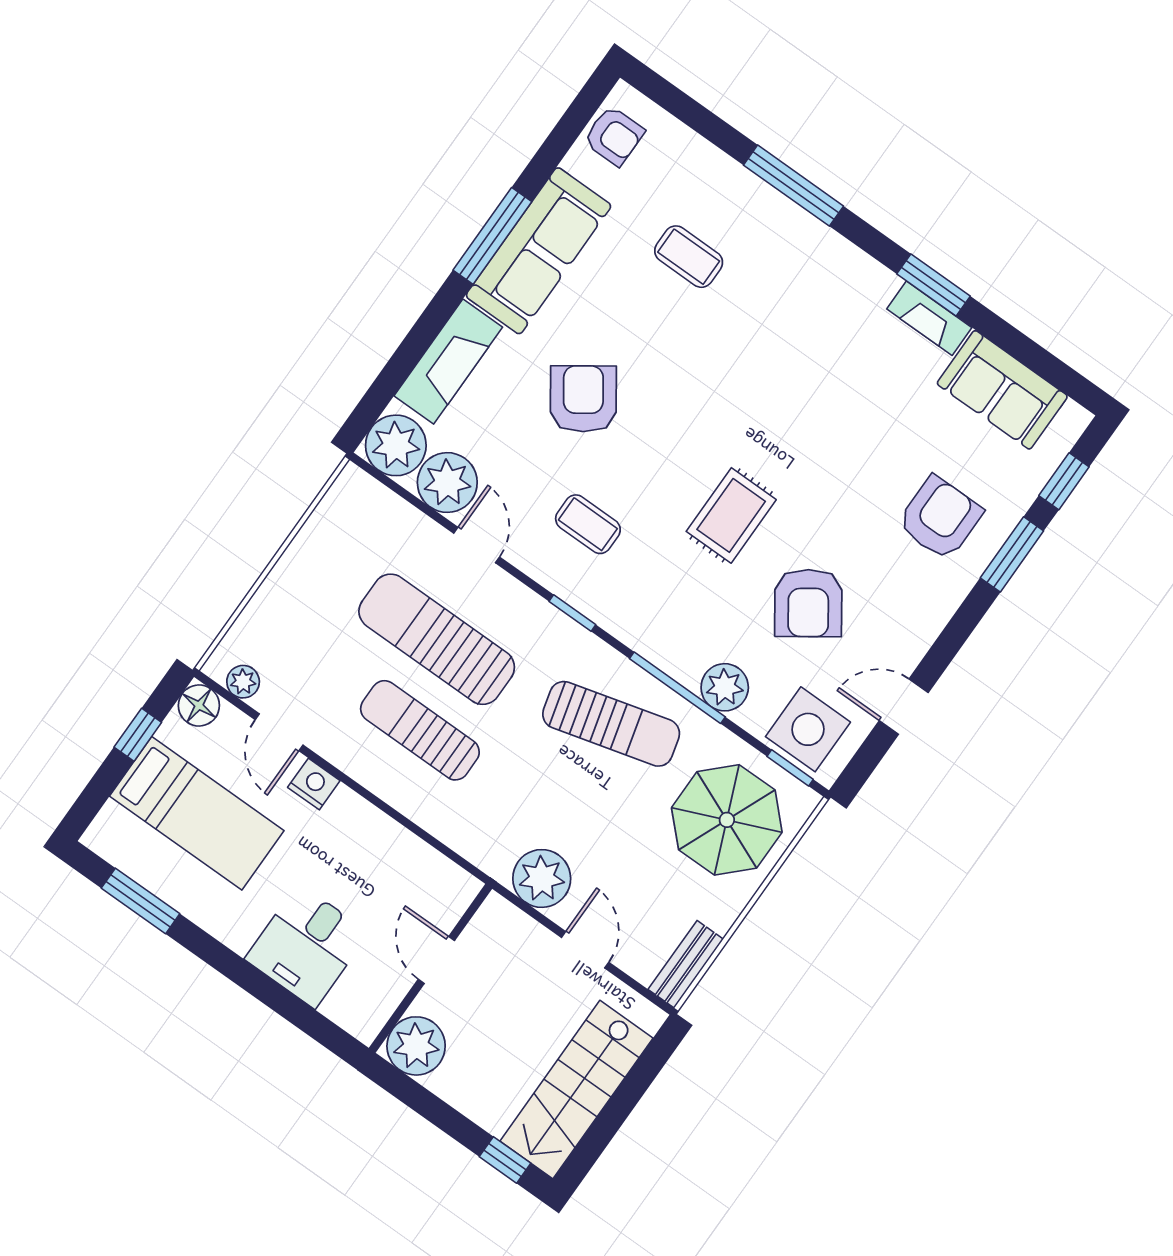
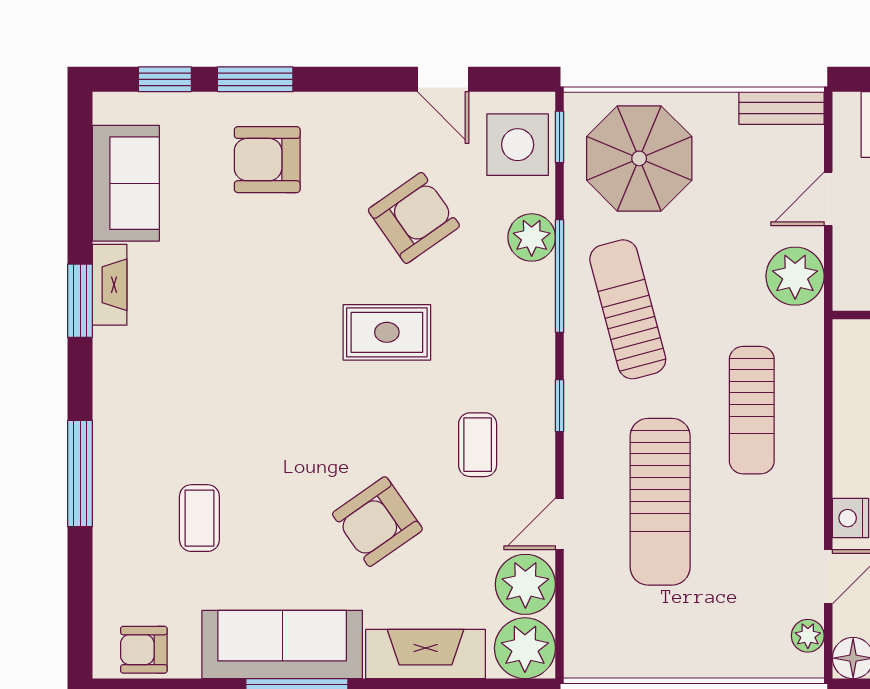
armchair: (614, 136) -> (144, 650), turned -90
sun lounger: (420, 730) -> (752, 410), moved

